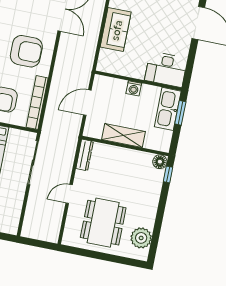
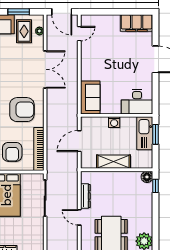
sofa: (116, 30) -> (90, 97), moved
dresser: (85, 155) -> (85, 196), moved
door: (69, 194) -> (79, 217), hinge flipped

